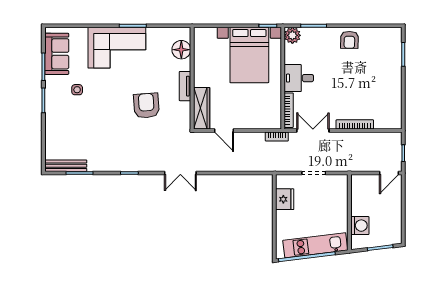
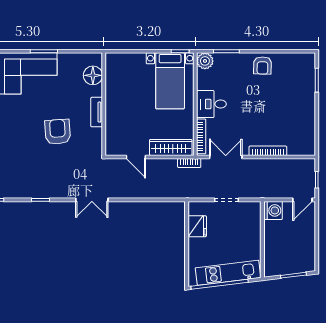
bed with nightstands: (249, 55) -> (170, 81), width x0.73
wardrobe: (202, 108) -> (171, 147), moved, turned -90
washing machine: (360, 226) -> (273, 210), moved

